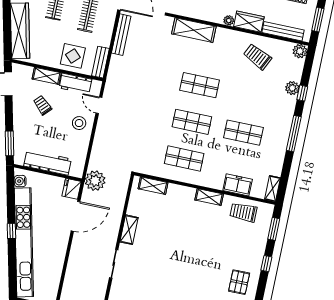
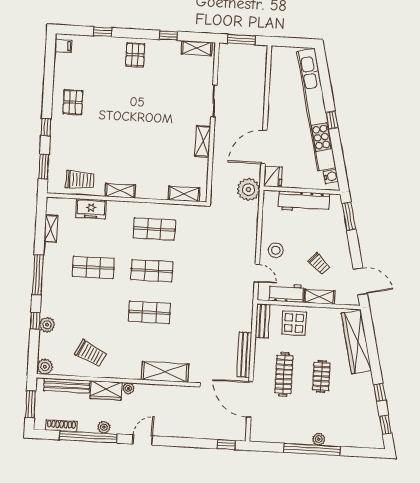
shelving: (273, 189) -> (51, 229), moved

